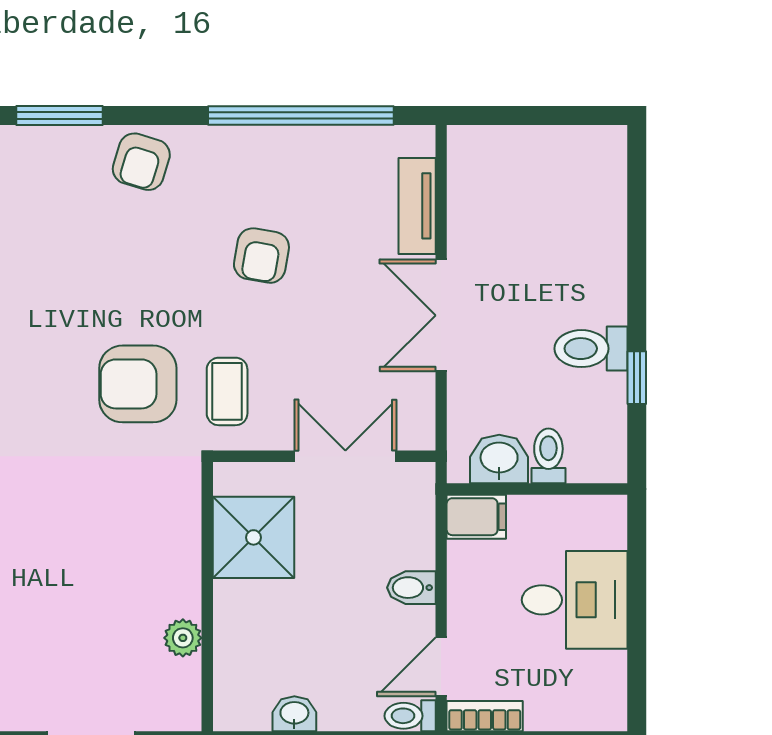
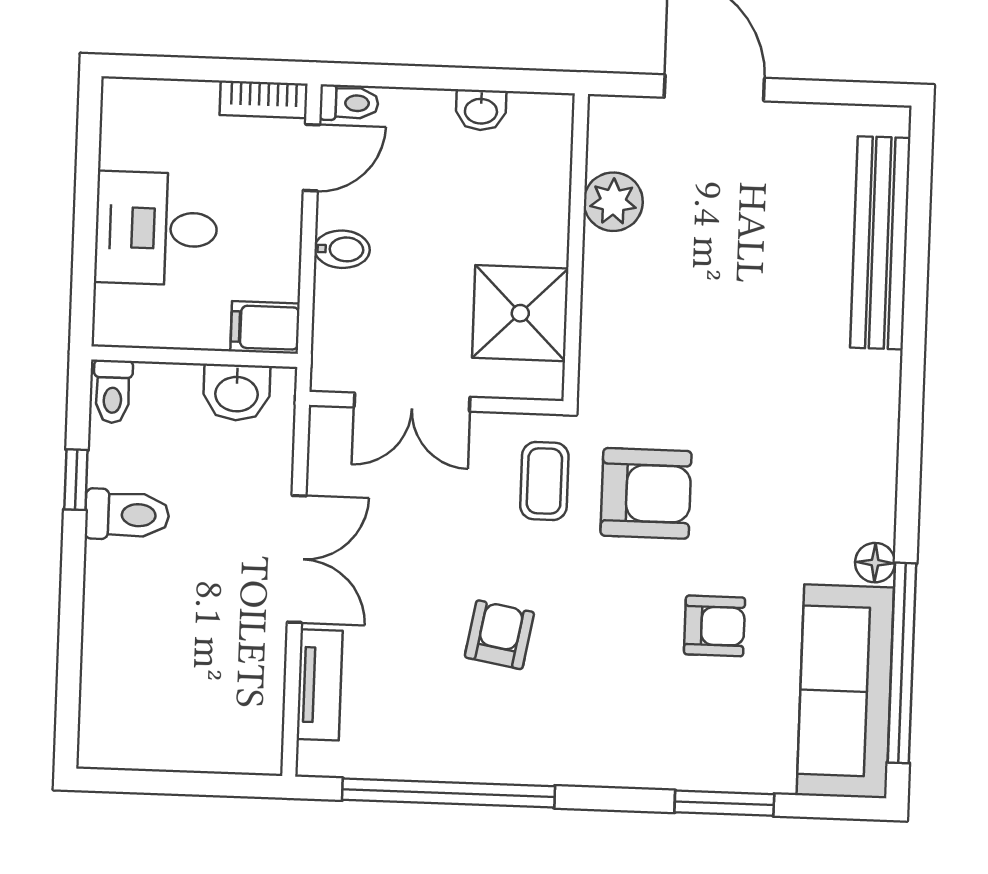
armchair: (141, 162) -> (715, 626), moved, turned 73
toilet: (548, 456) -> (113, 391), moved
plant: (183, 638) -> (613, 202), width x1.38, depth x1.38

